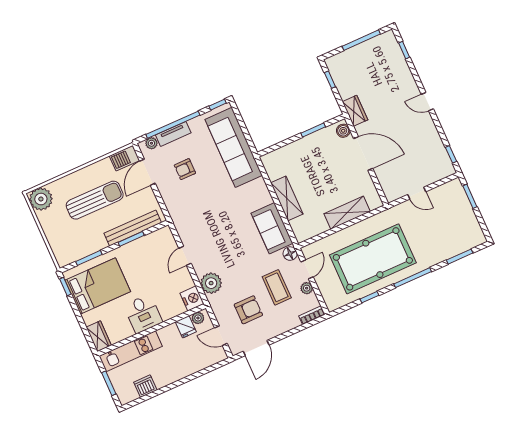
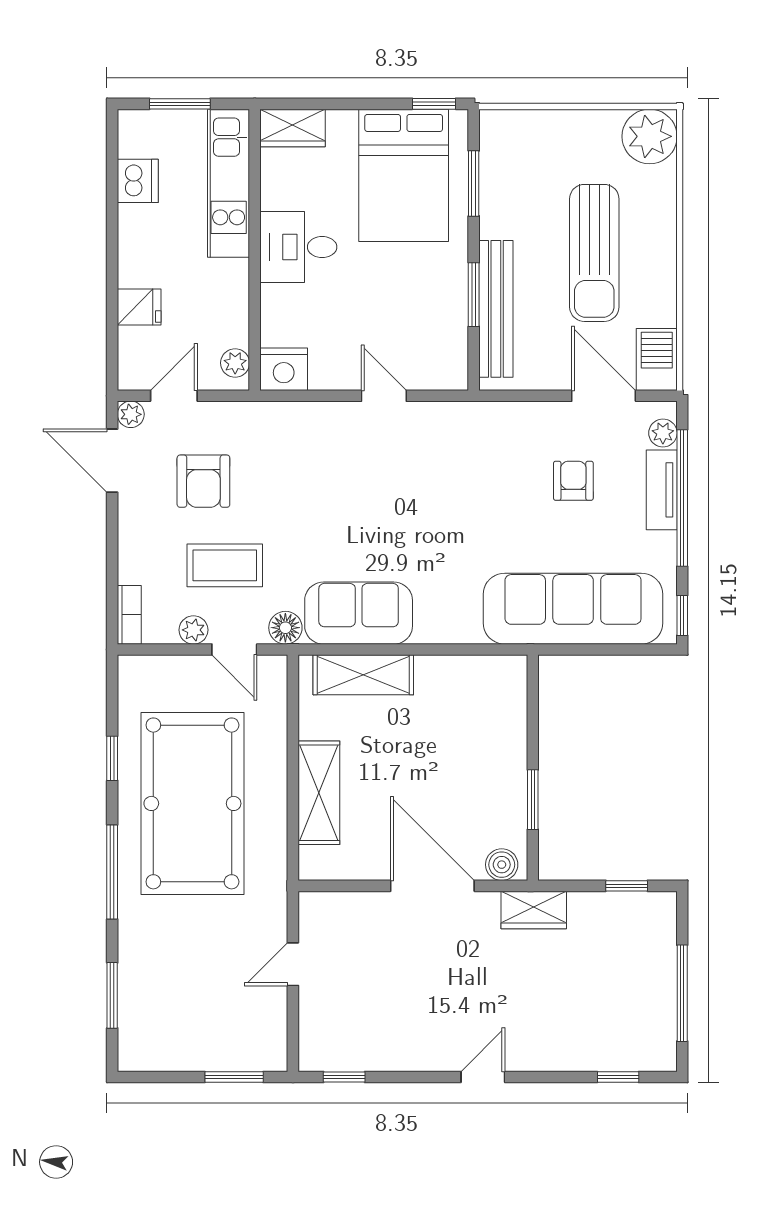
door: (363, 153) -> (432, 886), swing flipped
shelving: (287, 198) -> (363, 675), moved
plant: (211, 283) -> (131, 414), moved, width x0.53, depth x0.53
fridge: (186, 327) -> (139, 307), moved, turned 180

